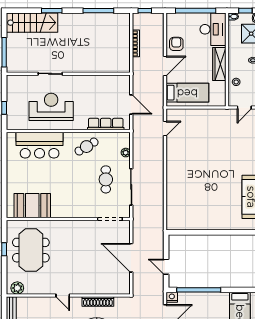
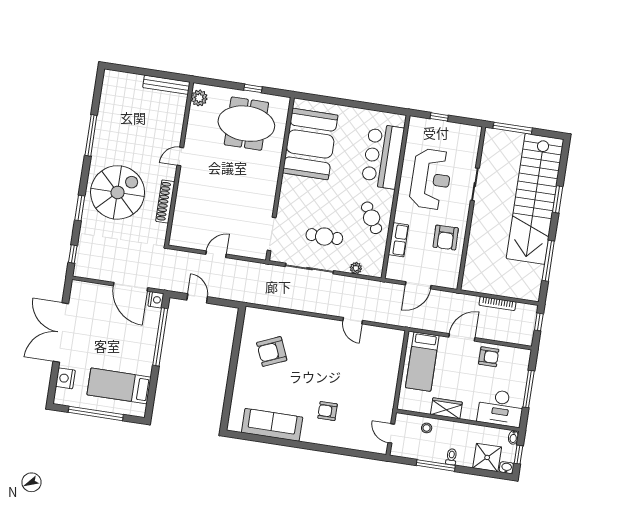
window: (196, 11) -> (529, 389), width x0.68
stairs: (32, 23) -> (535, 199), width x1.86, depth x1.51
wardrobe: (219, 64) -> (446, 408), width x0.67
door: (165, 66) -> (462, 337), swing flipped
armchair: (93, 89) -> (446, 238), added
row of seats: (106, 124) -> (398, 240), width x0.68
door: (165, 129) -> (353, 321), moved
armchair: (235, 157) -> (328, 411), added
armchair: (197, 205) -> (272, 351), added
booth: (32, 206) -> (310, 144), width x1.36, depth x1.42
door: (131, 258) -> (216, 254), width x0.53
door: (166, 267) -> (197, 298), hinge flipped

